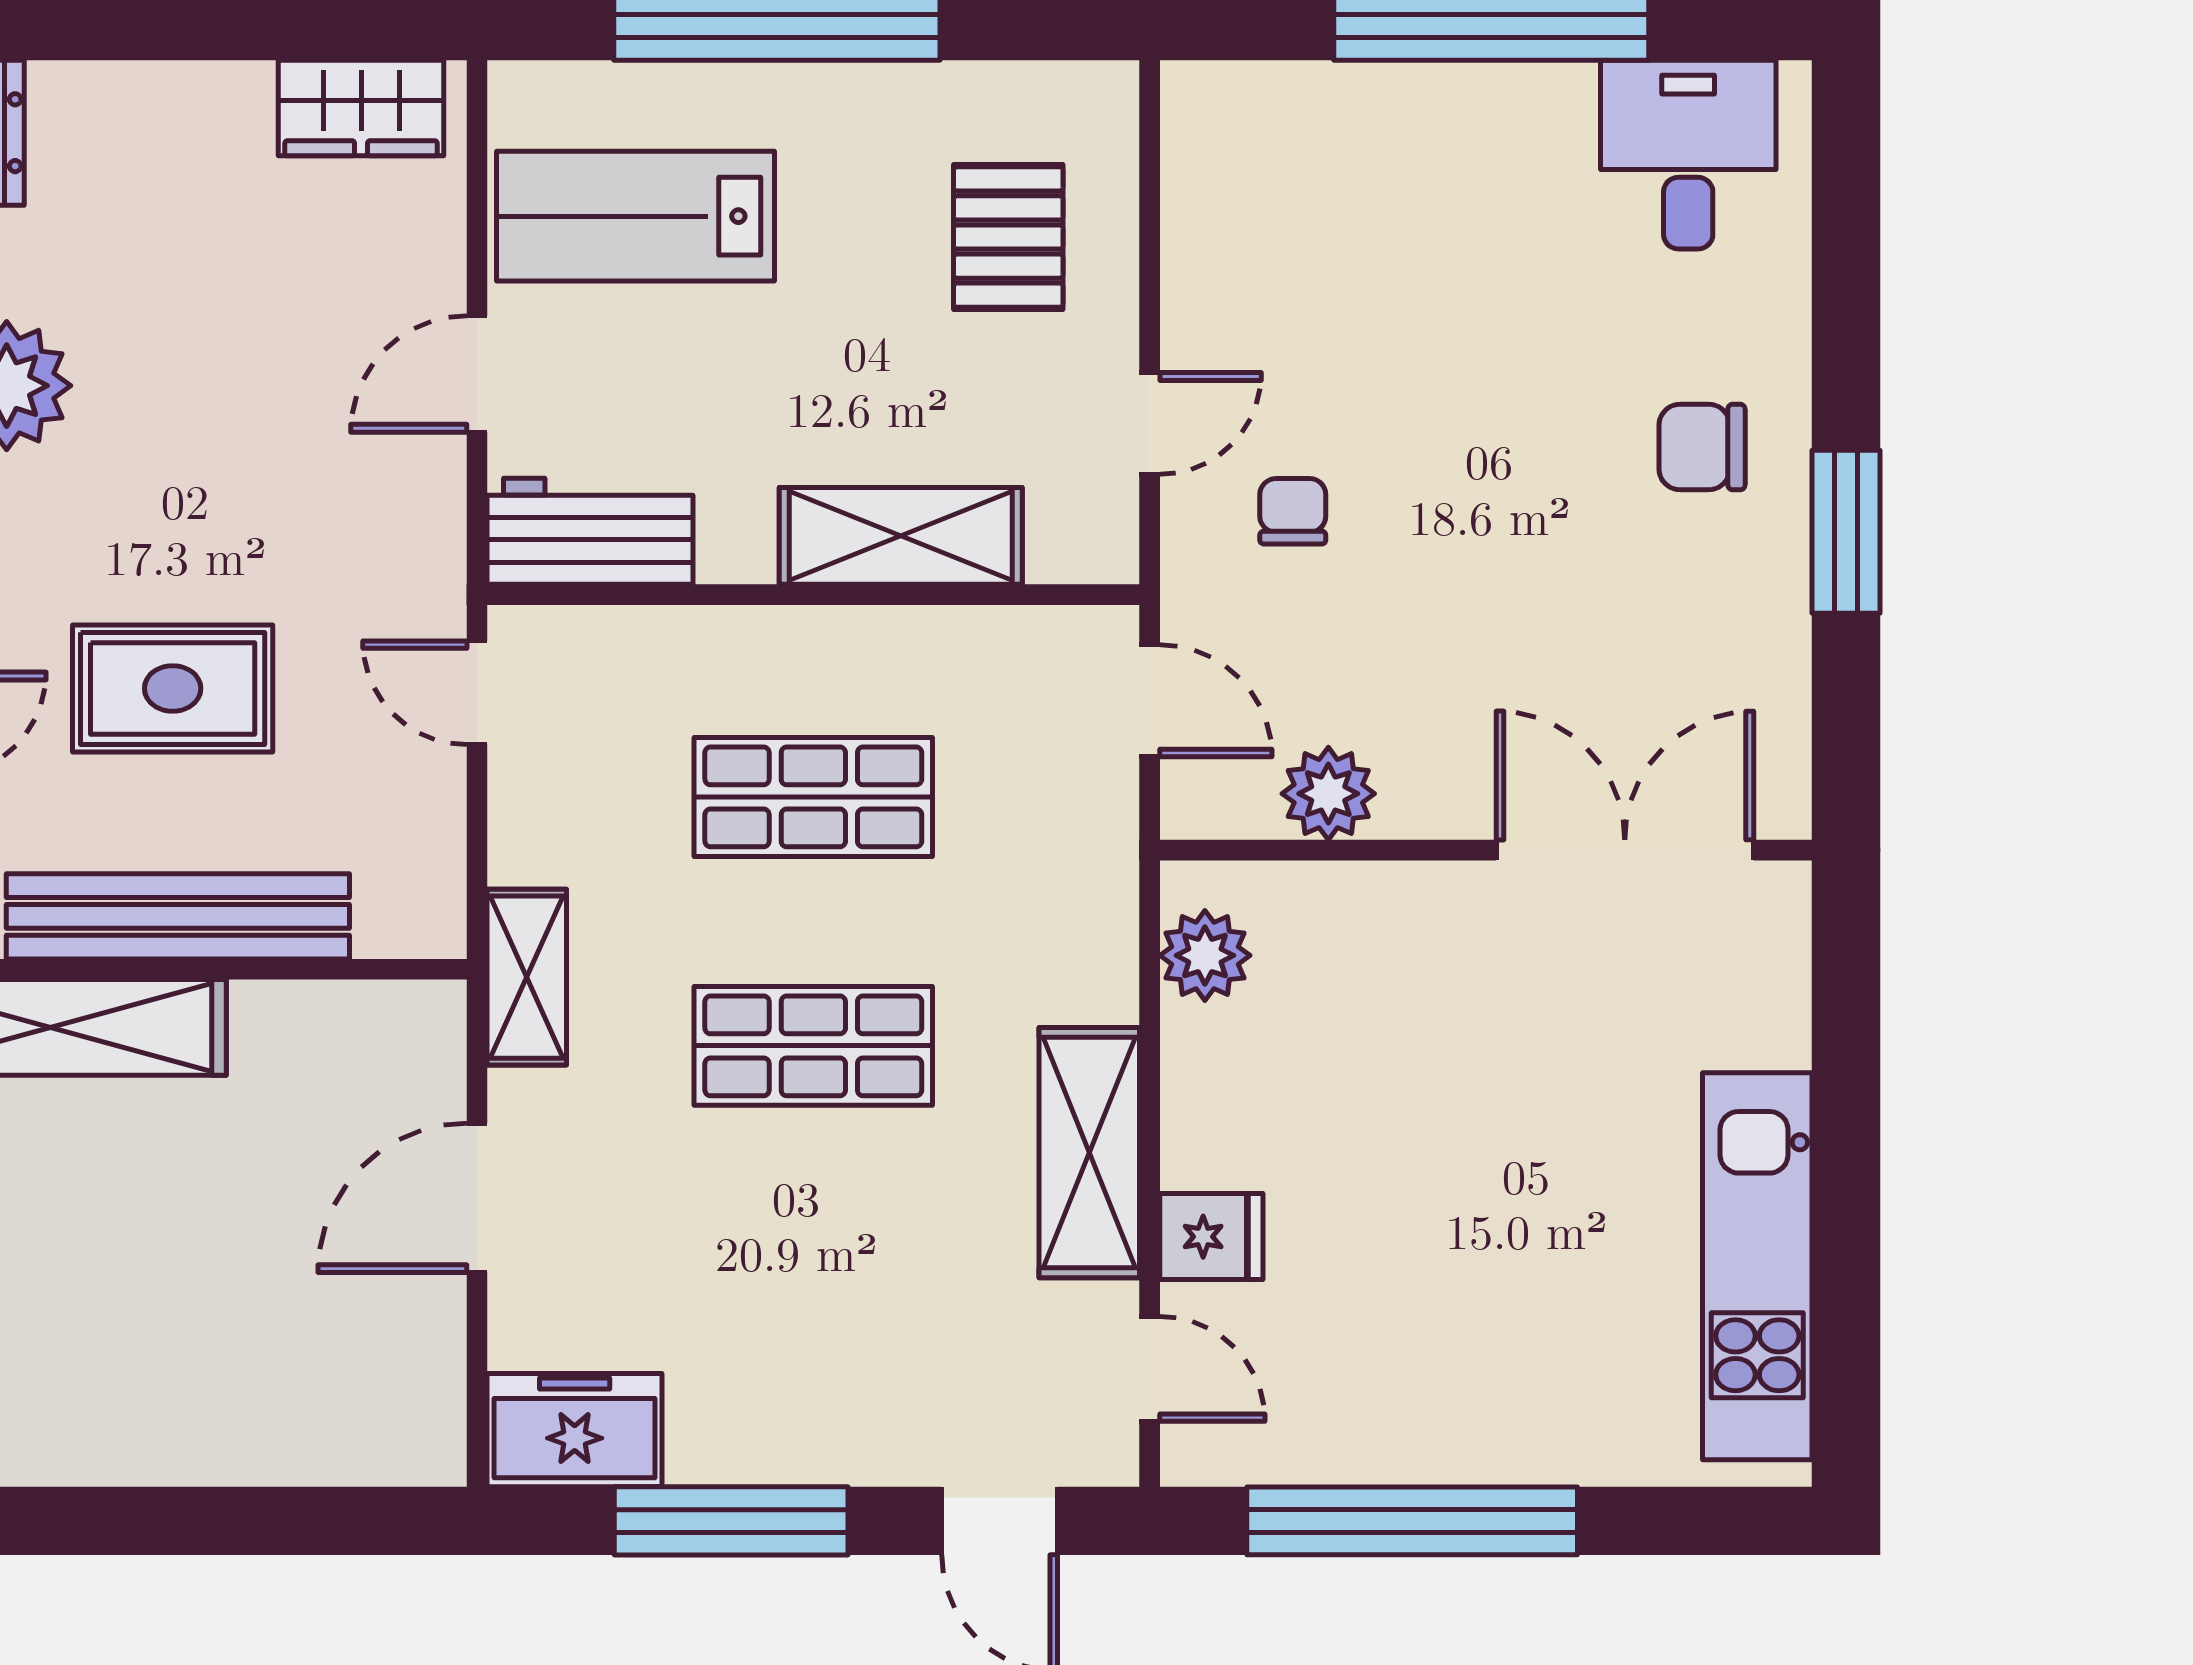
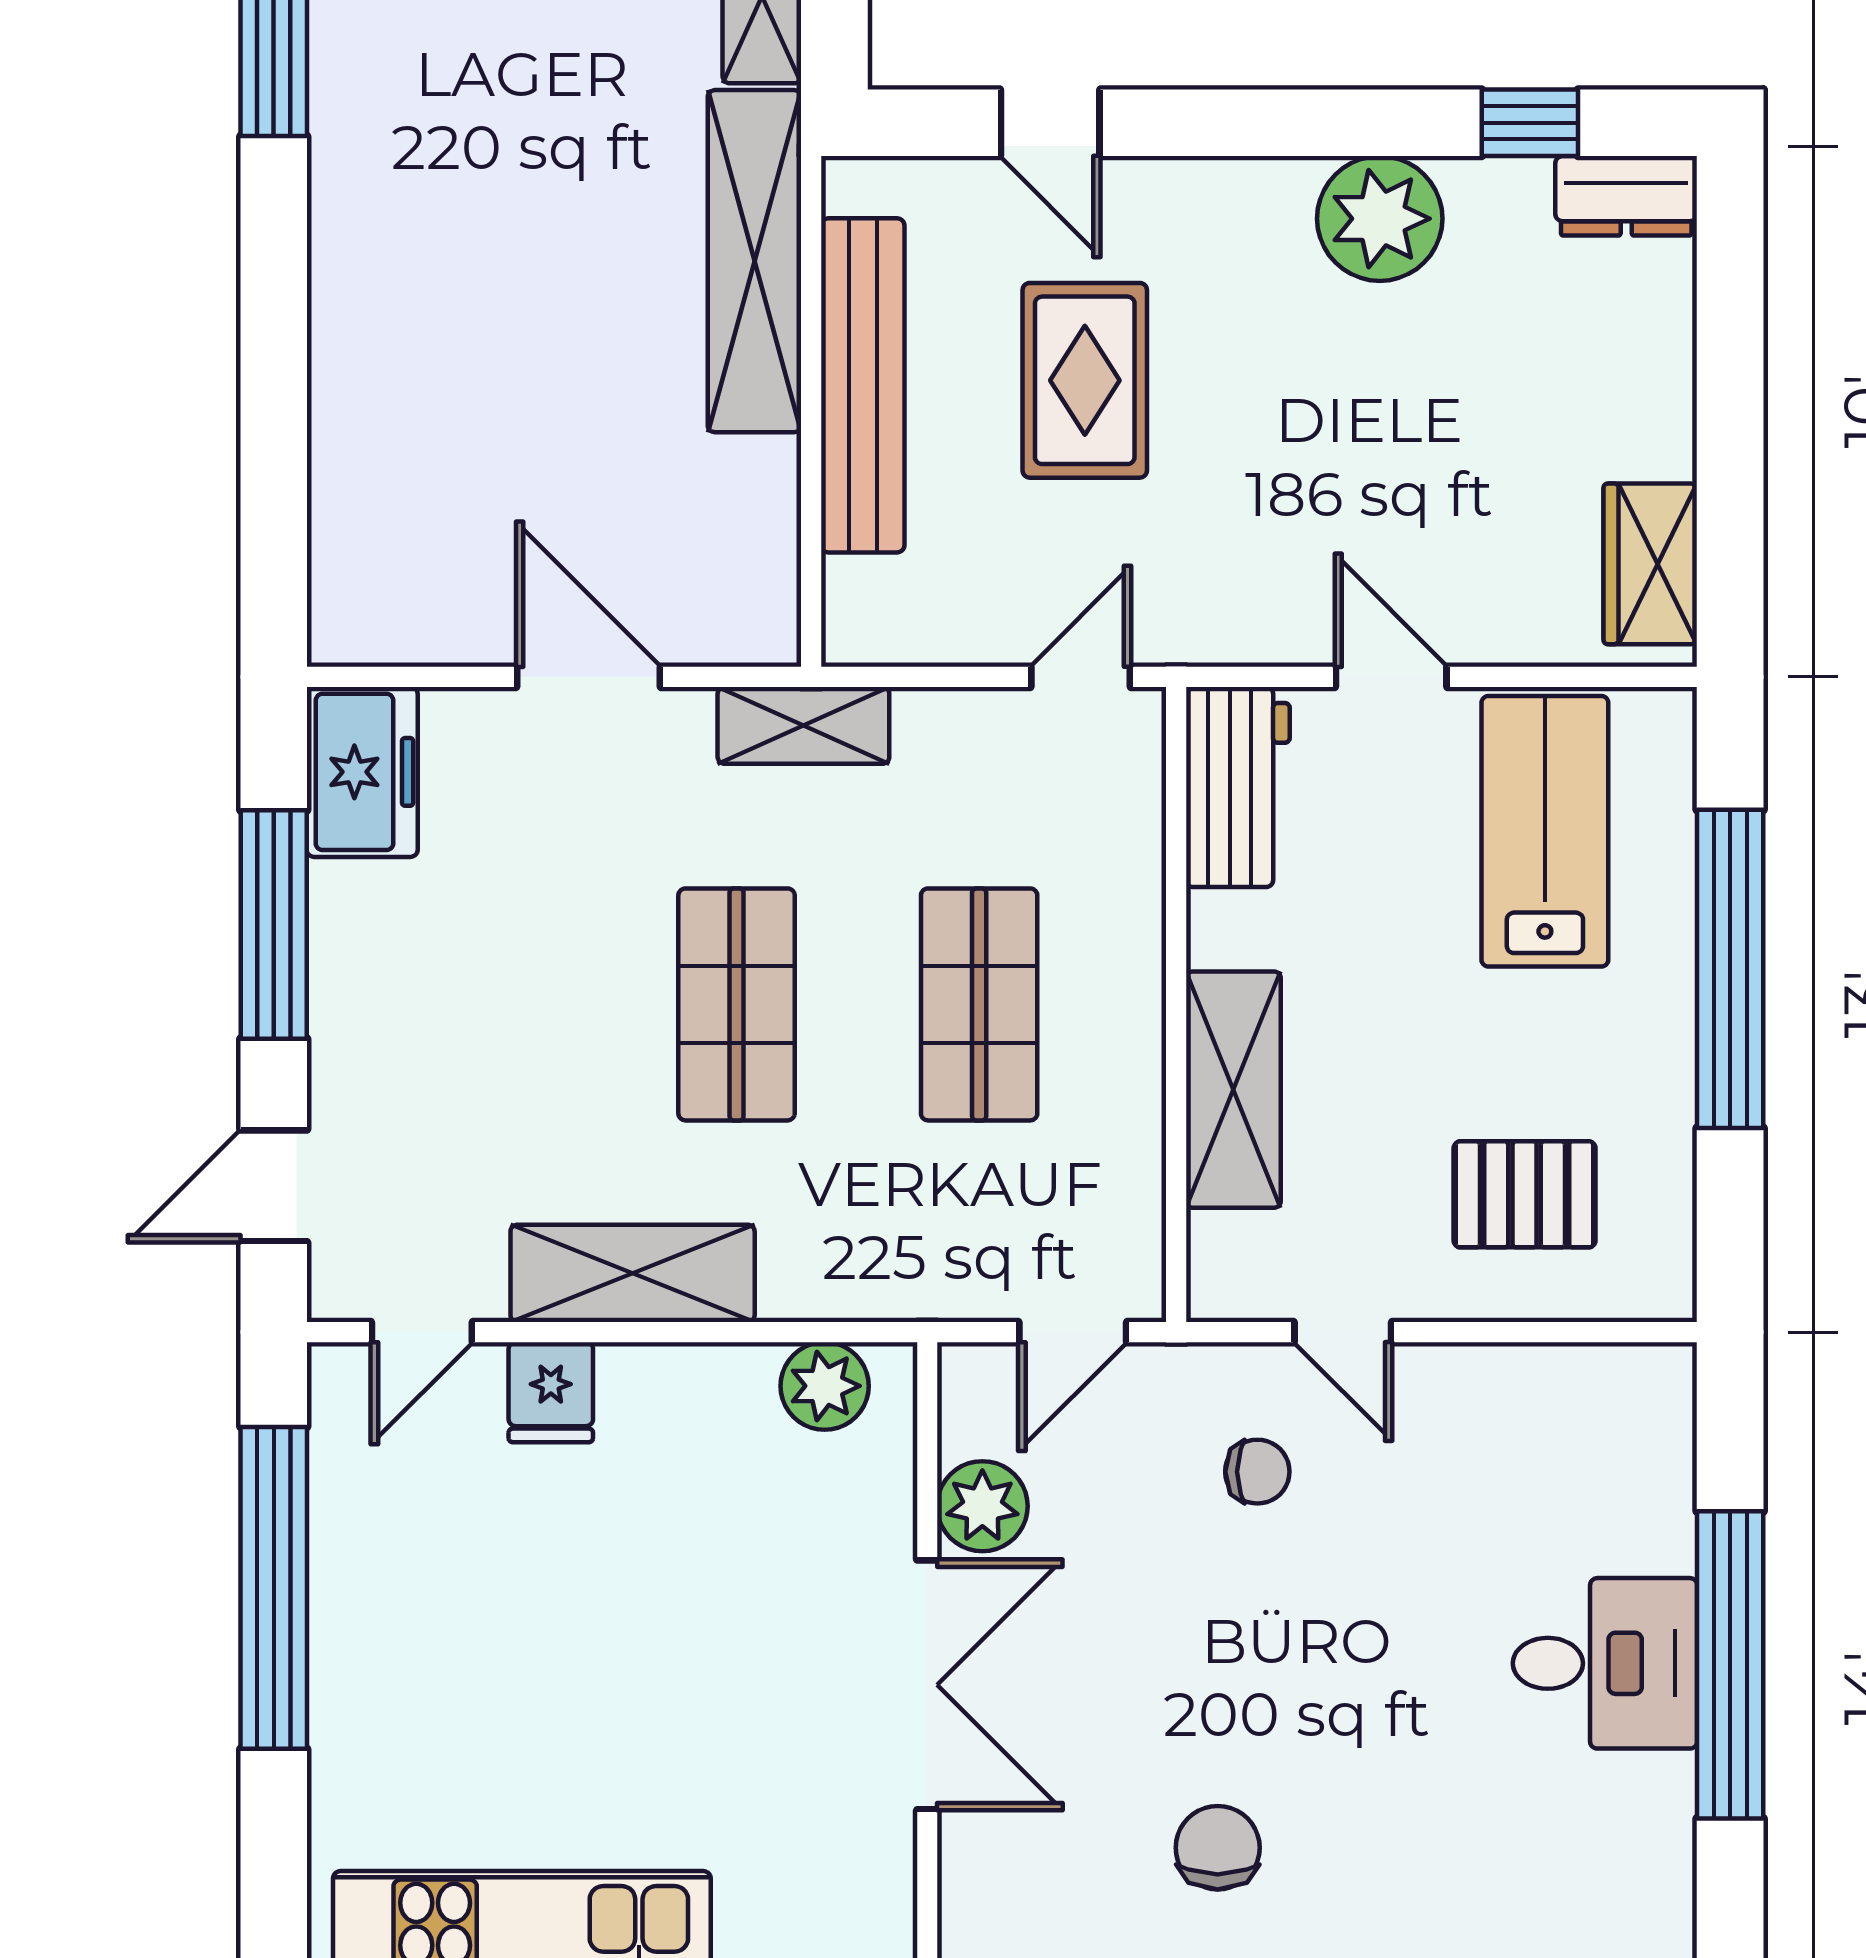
desk: (1688, 155) -> (1605, 1663), moved
chair: (1702, 447) -> (1218, 1848), moved
double door: (1625, 850) -> (927, 1685), moved

